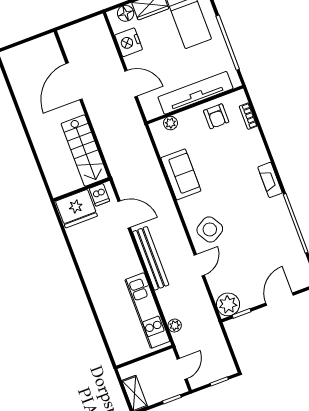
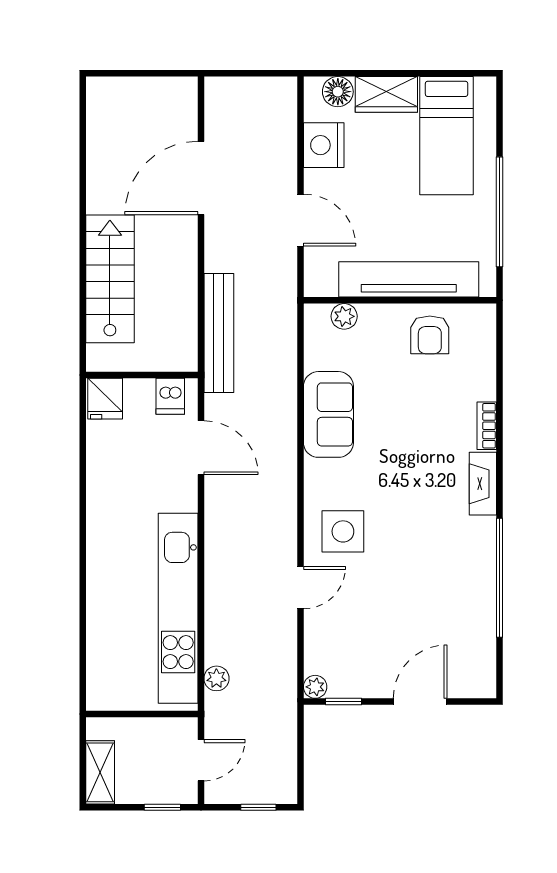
bookcase: (248, 116) -> (487, 426), moved
stairs: (85, 151) -> (110, 279), moved, turned 180
fridge: (76, 209) -> (105, 399), width x0.53, depth x0.75
side table: (210, 229) -> (343, 531), turned 31
bench: (151, 258) -> (219, 333), moved
plant: (228, 304) -> (315, 687), width x0.53, depth x0.53
kitchen unit: (147, 311) -> (178, 608), width x1.36

